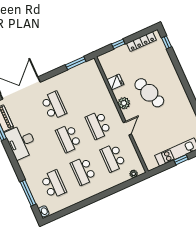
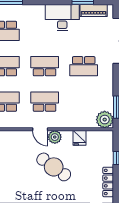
plant: (90, 68) -> (105, 120), added
cafe table: (149, 93) -> (54, 167), turned 57
door: (127, 128) -> (40, 129), moved

